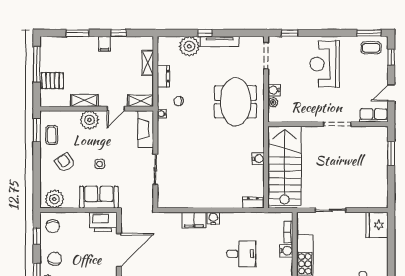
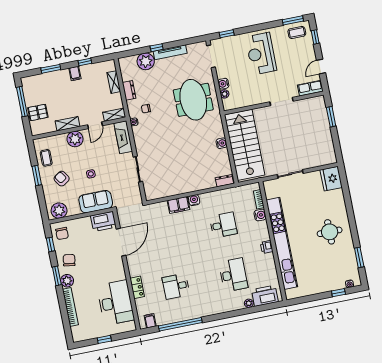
window: (37, 130) -> (37, 175), moved

